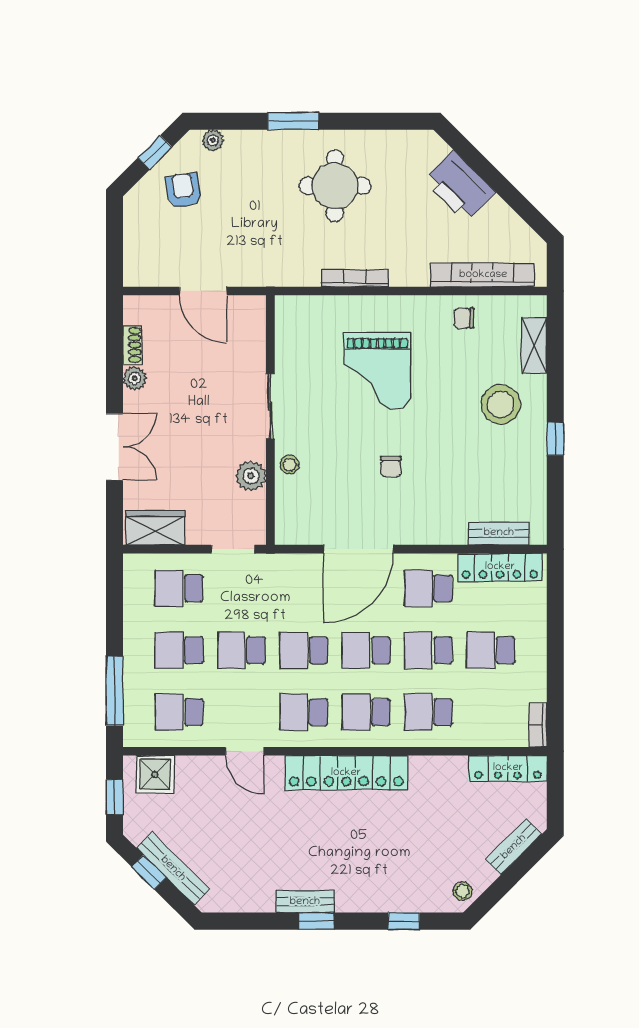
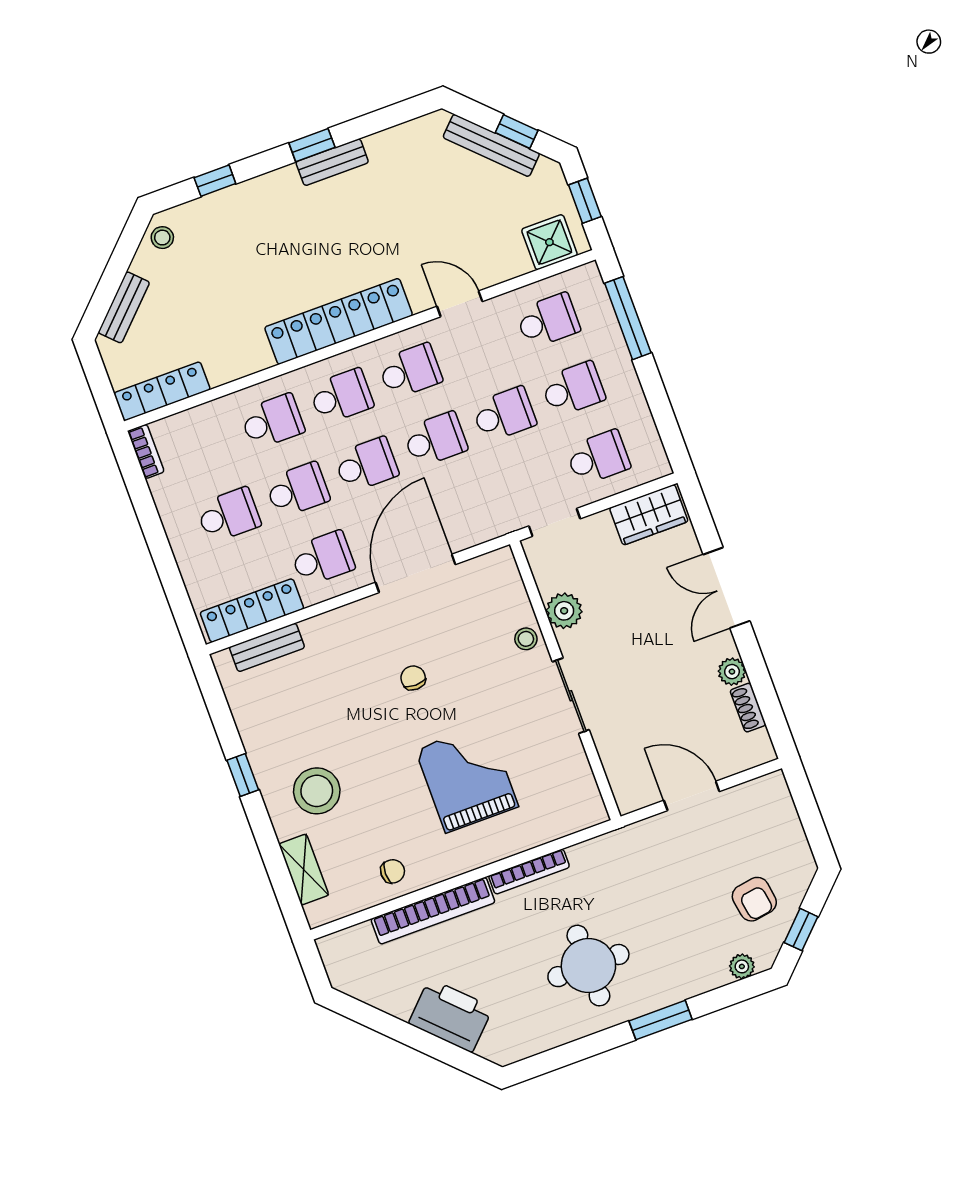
bookcase: (483, 275) -> (433, 911), moved

